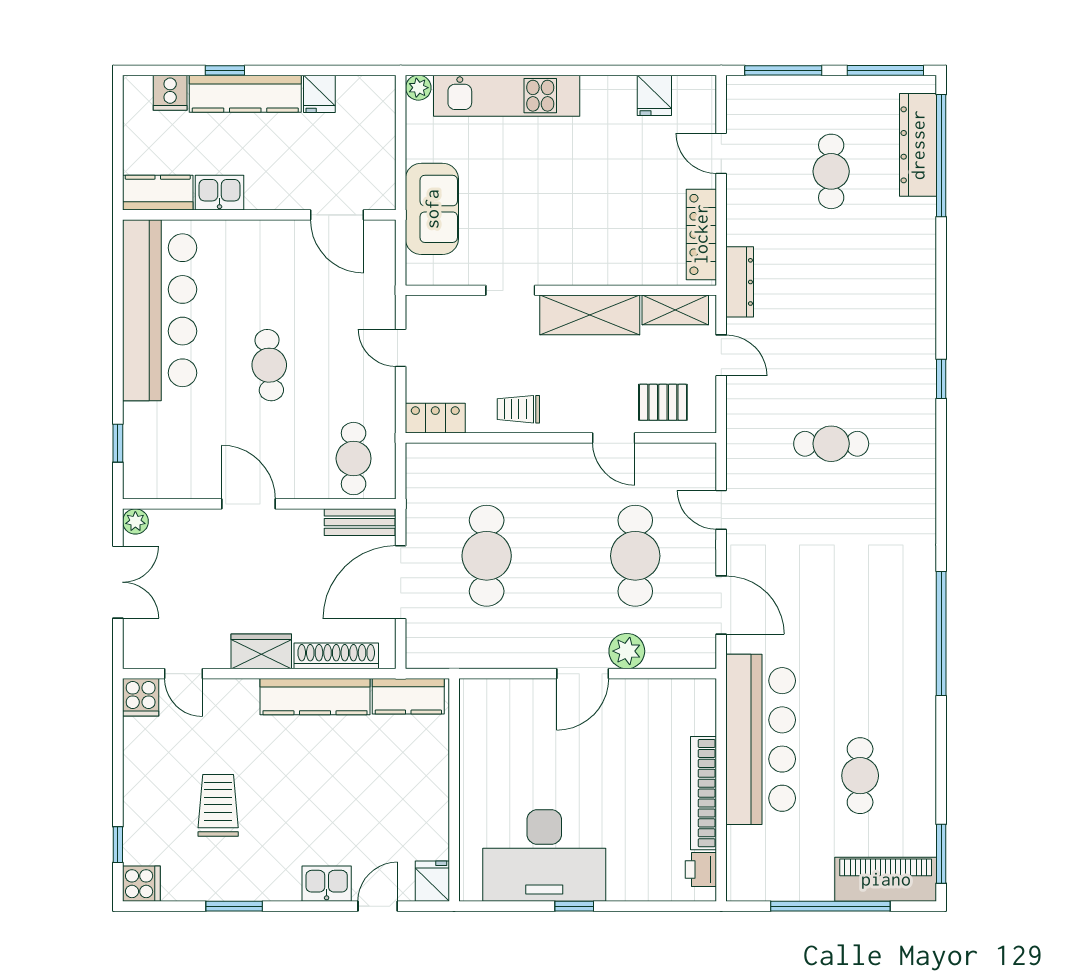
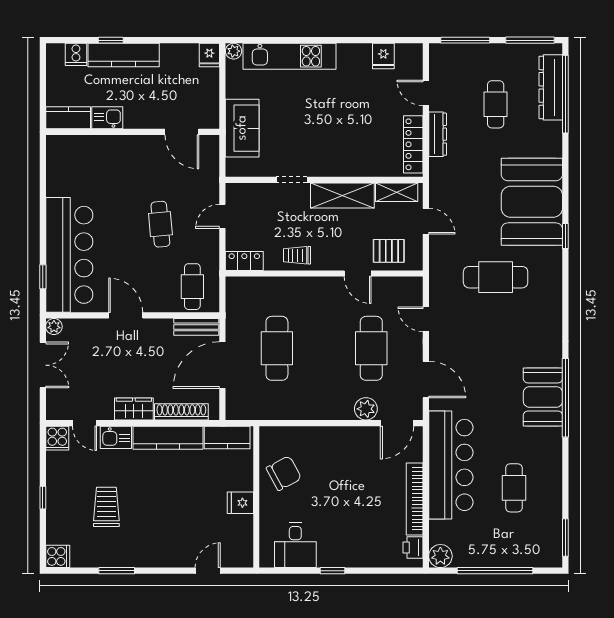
fridge: (319, 94) -> (209, 55), moved
dresser: (740, 282) -> (438, 134), moved
bar counter: (160, 310) -> (69, 255), moved
booth: (888, 325) -> (532, 202), added
door: (401, 348) -> (222, 216), hinge flipped
cafe table: (269, 365) -> (160, 224), moved
cafe table: (831, 444) -> (496, 277), width x1.37, depth x1.35
booth: (906, 632) -> (543, 397), added
door: (583, 674) -> (397, 423), moved
chair: (498, 752) -> (284, 473), added
window: (118, 845) -> (43, 498), moved
desk: (544, 855) -> (295, 545), width x0.53, depth x0.77
piano: (886, 879) -> (530, 554), removed
fridge: (432, 881) -> (240, 503), moved, turned -90
plant: (744, 883) -> (440, 556), added
kitchen sink: (327, 884) -> (116, 437), moved, turned 180

